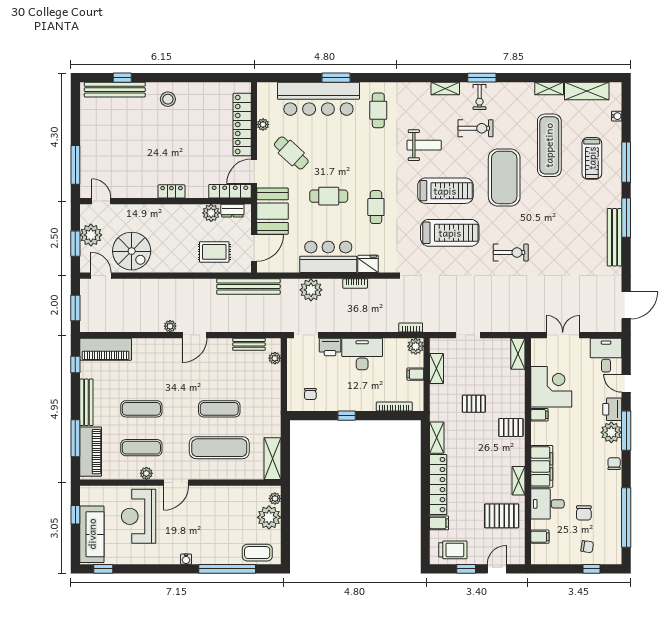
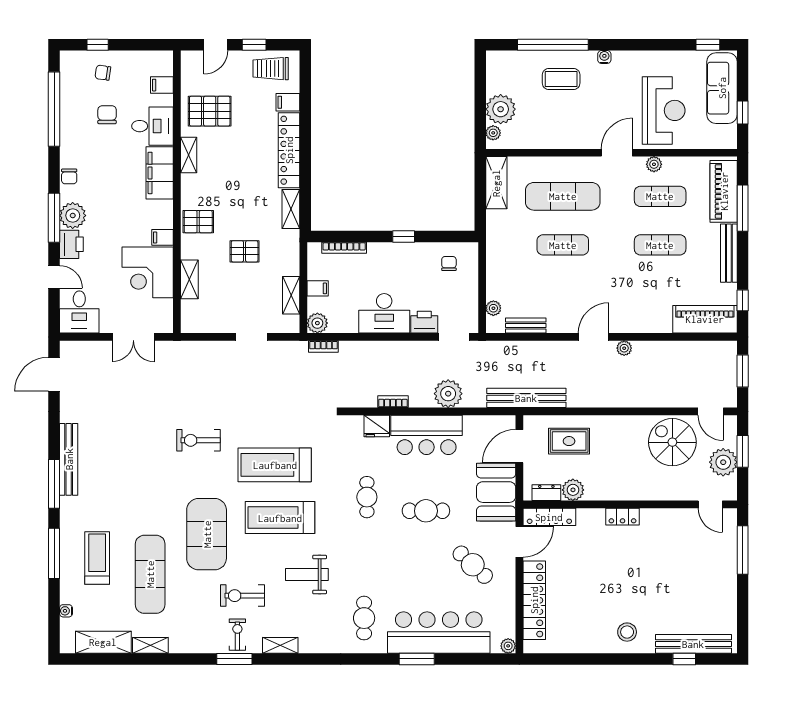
plant: (263, 124) -> (508, 646), moved
shelving: (518, 354) -> (189, 279), moved
coffee table: (257, 553) -> (561, 79), moved

